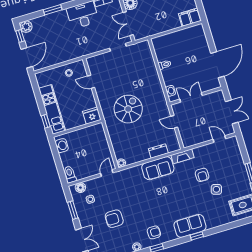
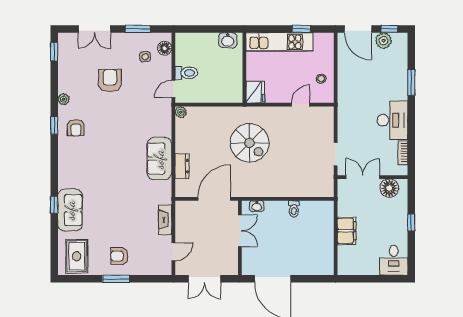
filing cabinet: (190, 17) -> (347, 231), moved
plant: (26, 27) -> (384, 41), moved
window: (46, 121) -> (301, 29), moved
door: (174, 122) -> (214, 199), width x1.87
fireplace: (183, 156) -> (165, 220), moved
door: (107, 173) -> (173, 89), swing flipped
toilet: (70, 174) -> (186, 73), moved
armchair: (202, 175) -> (119, 256), moved
side table: (216, 189) -> (108, 228), removed
sofa: (190, 226) -> (70, 210), moved
window: (197, 236) -> (54, 205), moved

